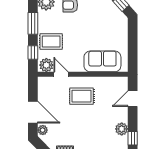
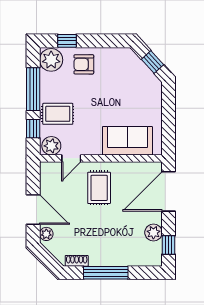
window: (33, 23) -> (33, 89), width x1.44
door: (61, 74) -> (71, 158), swing flipped
rug: (82, 96) -> (99, 188), turned 90
door: (133, 99) -> (168, 191), width x1.87

